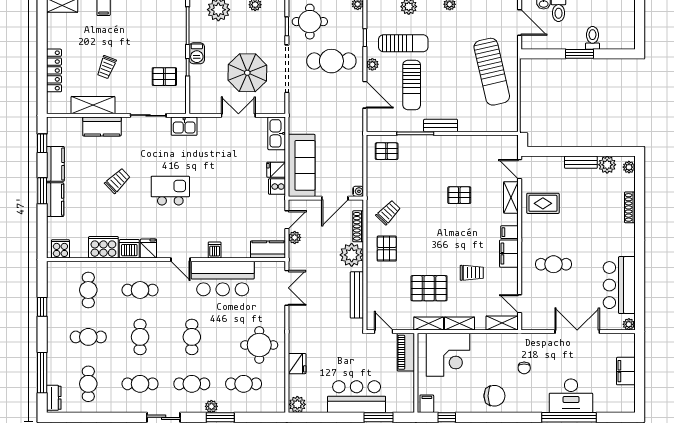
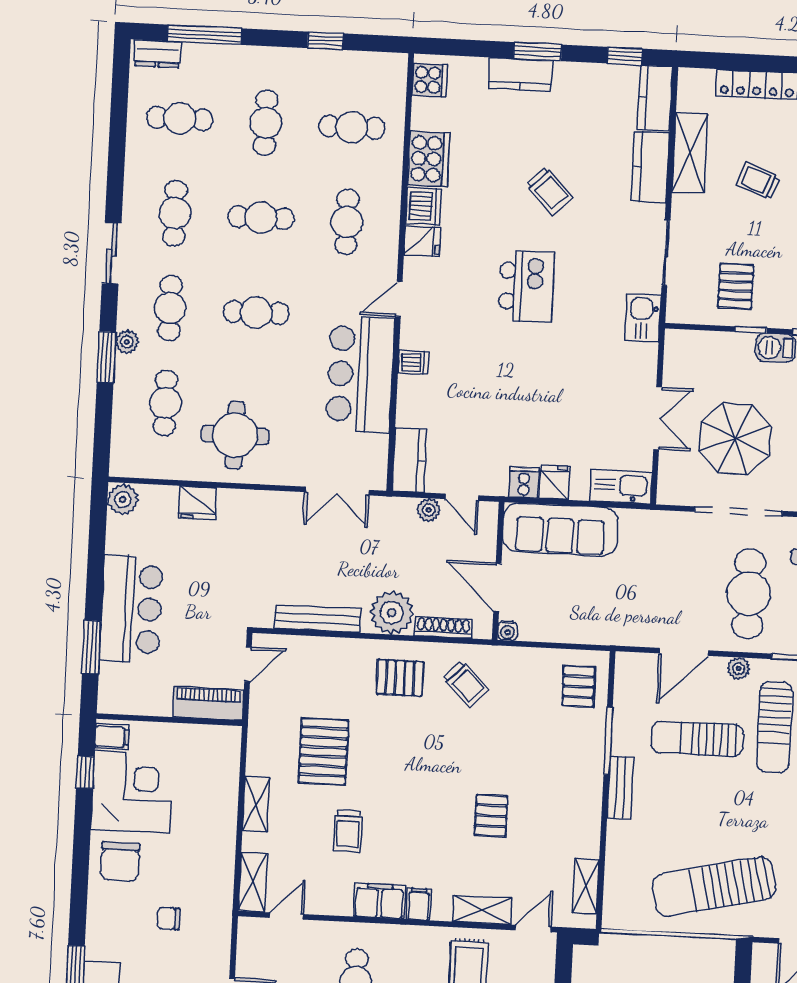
kitchen counter: (55, 164) -> (655, 98), moved, turned 90
shelving: (429, 324) -> (586, 886), moved
corner desk: (448, 355) -> (132, 792), moved, turned 180

